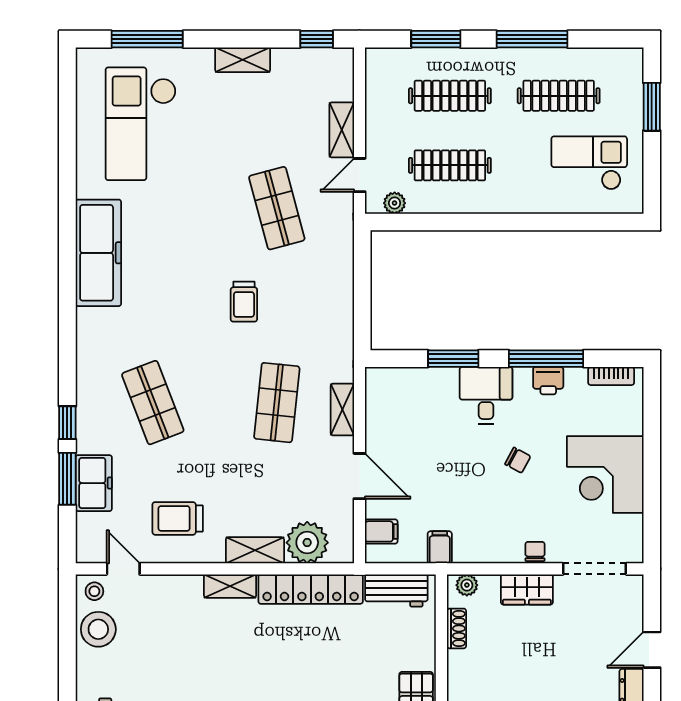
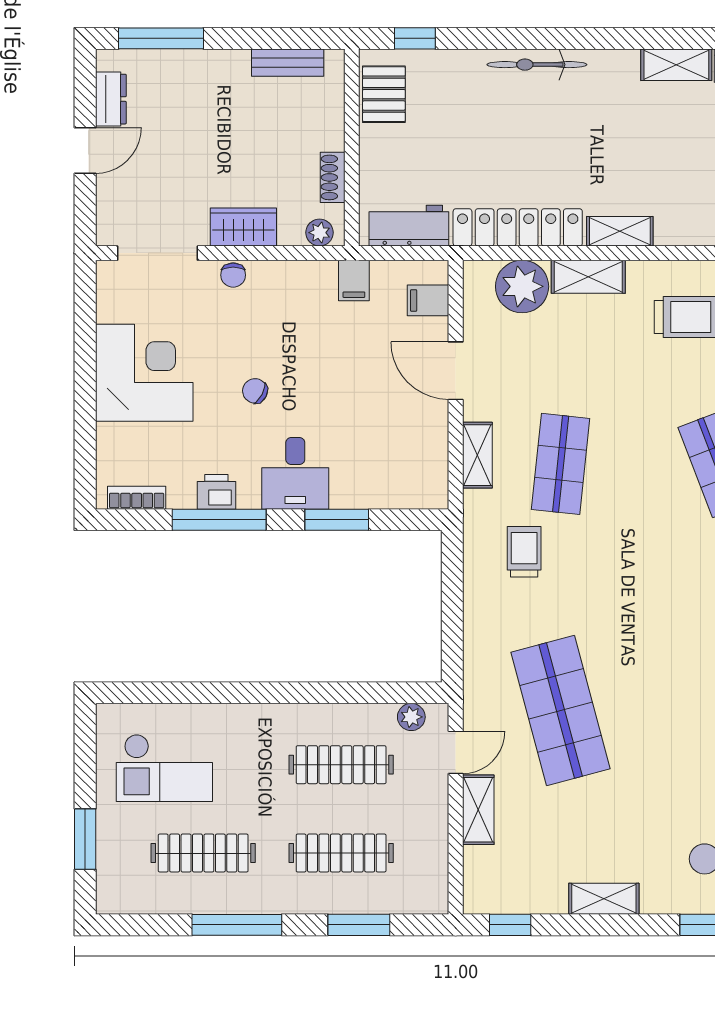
shop shelf: (277, 208) -> (561, 711), width x1.43, depth x1.36
trolley: (244, 302) -> (524, 552), moved

